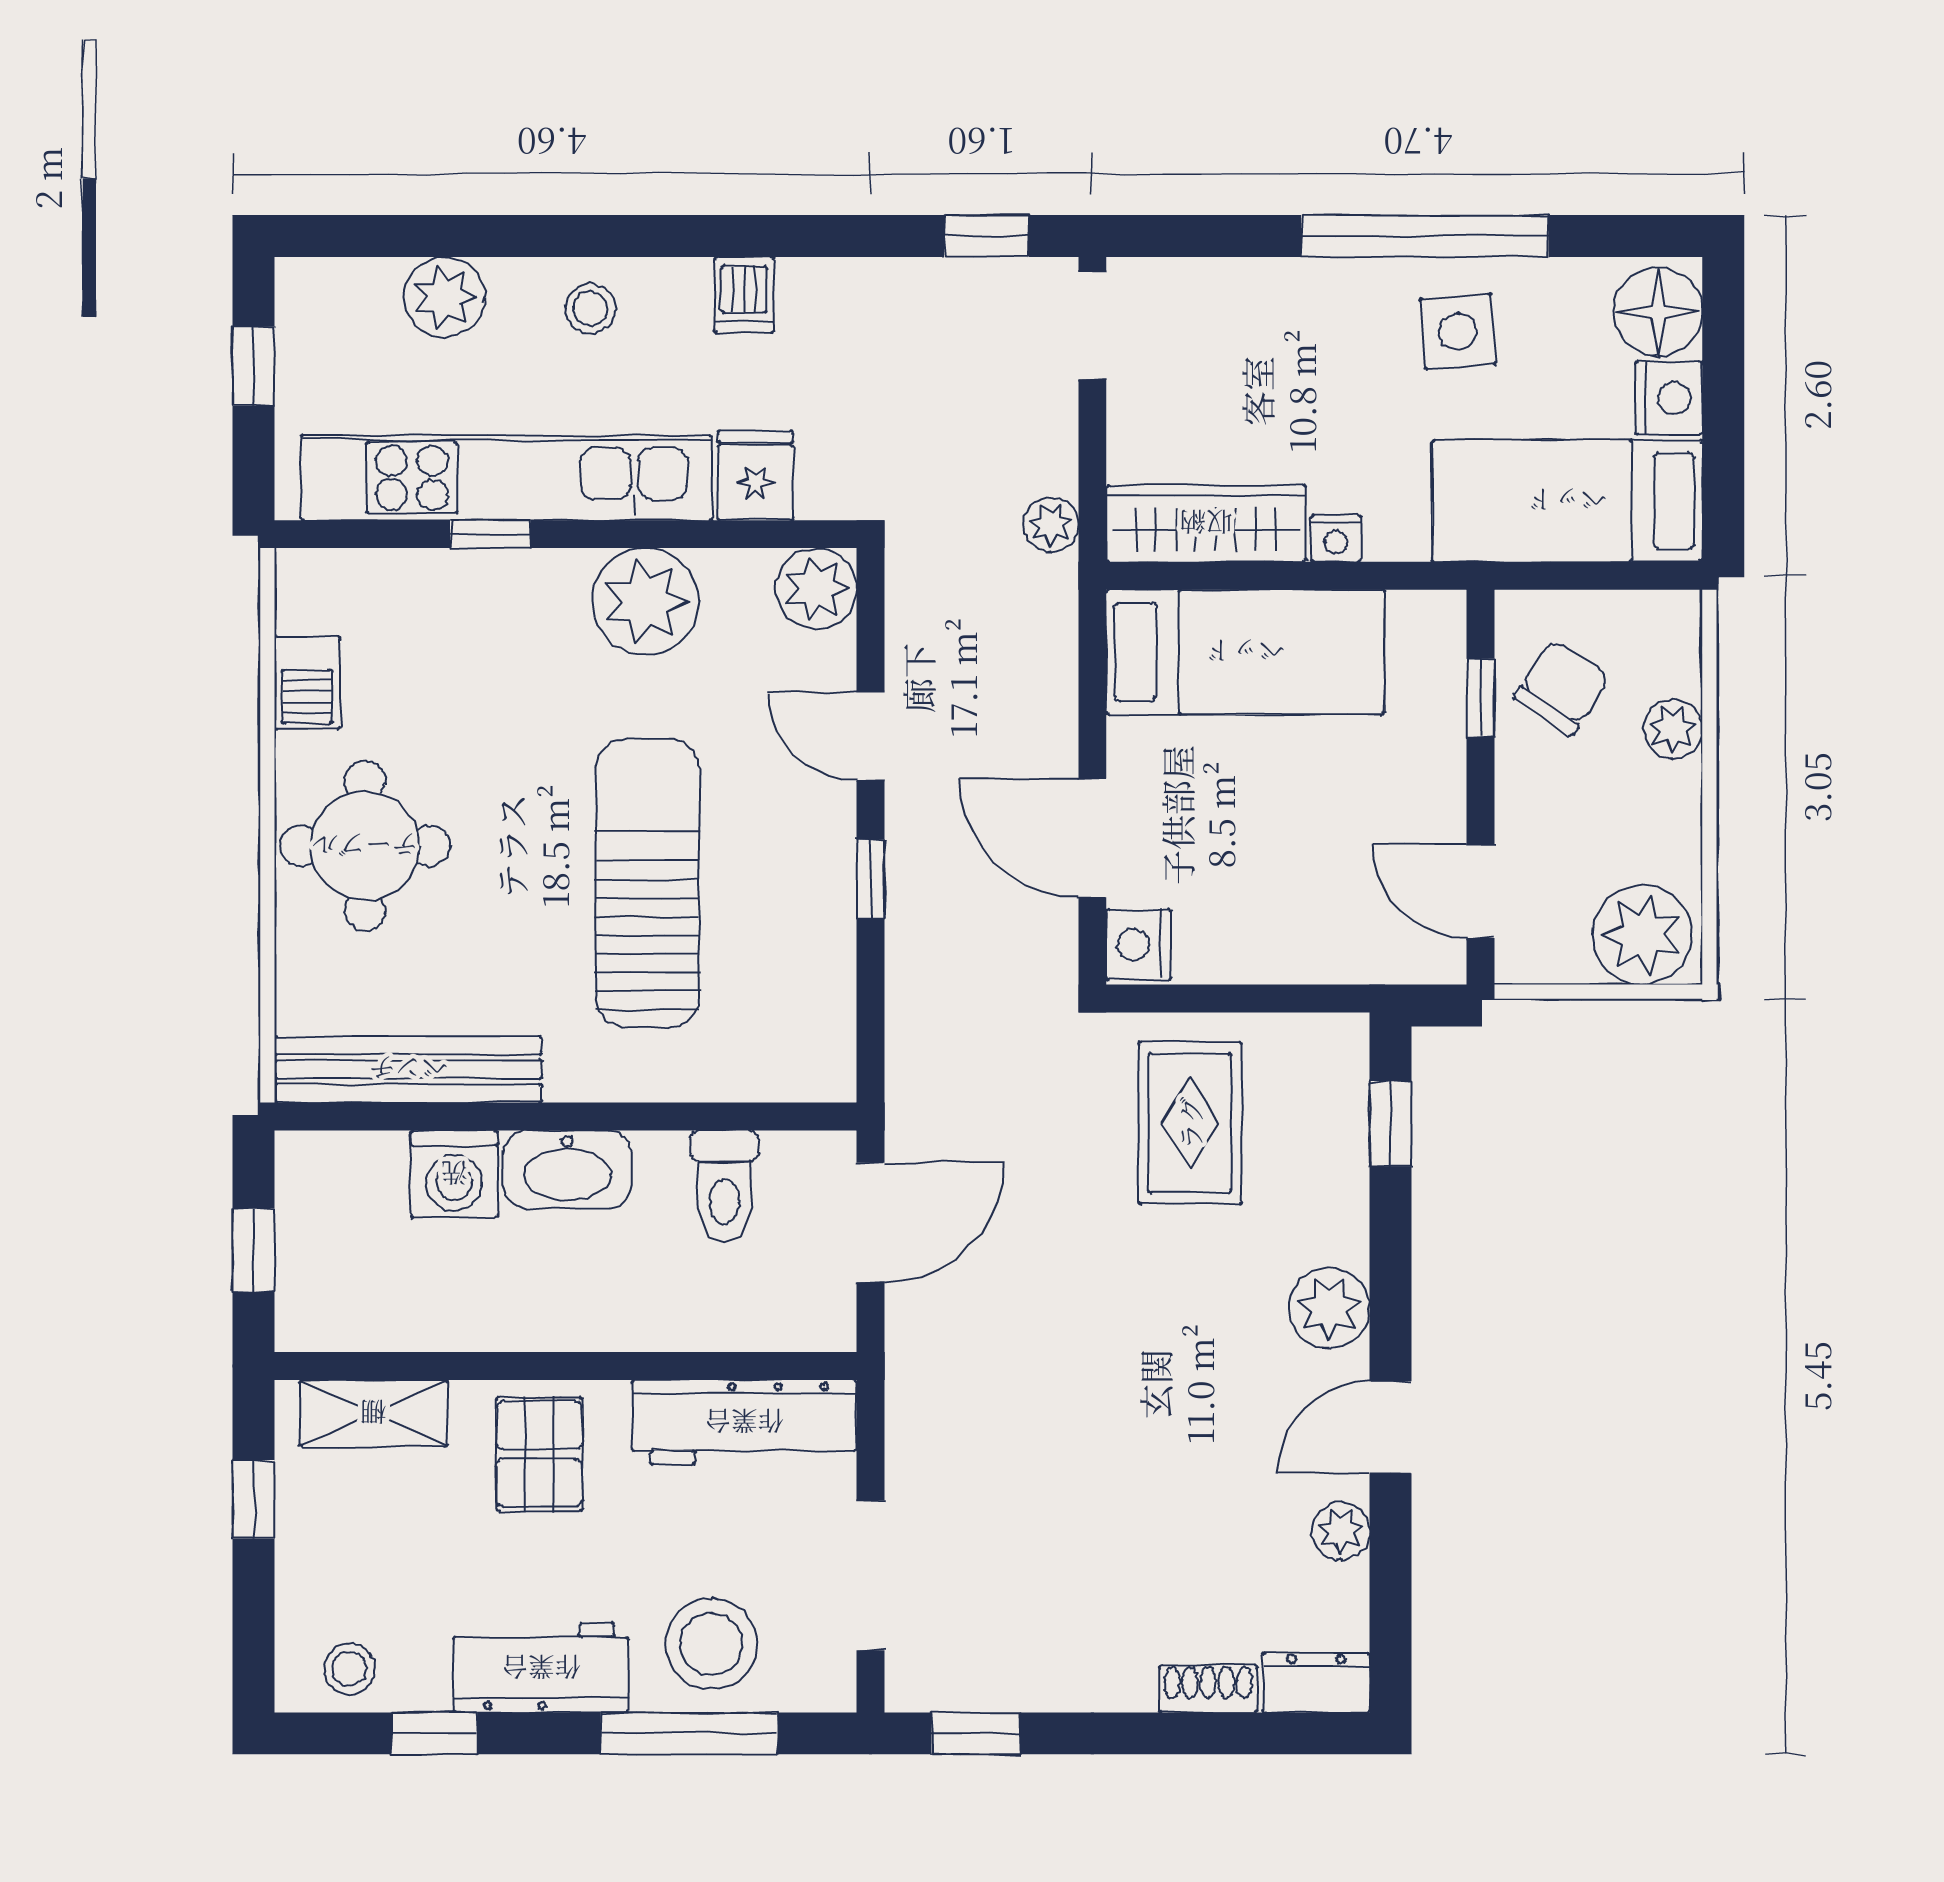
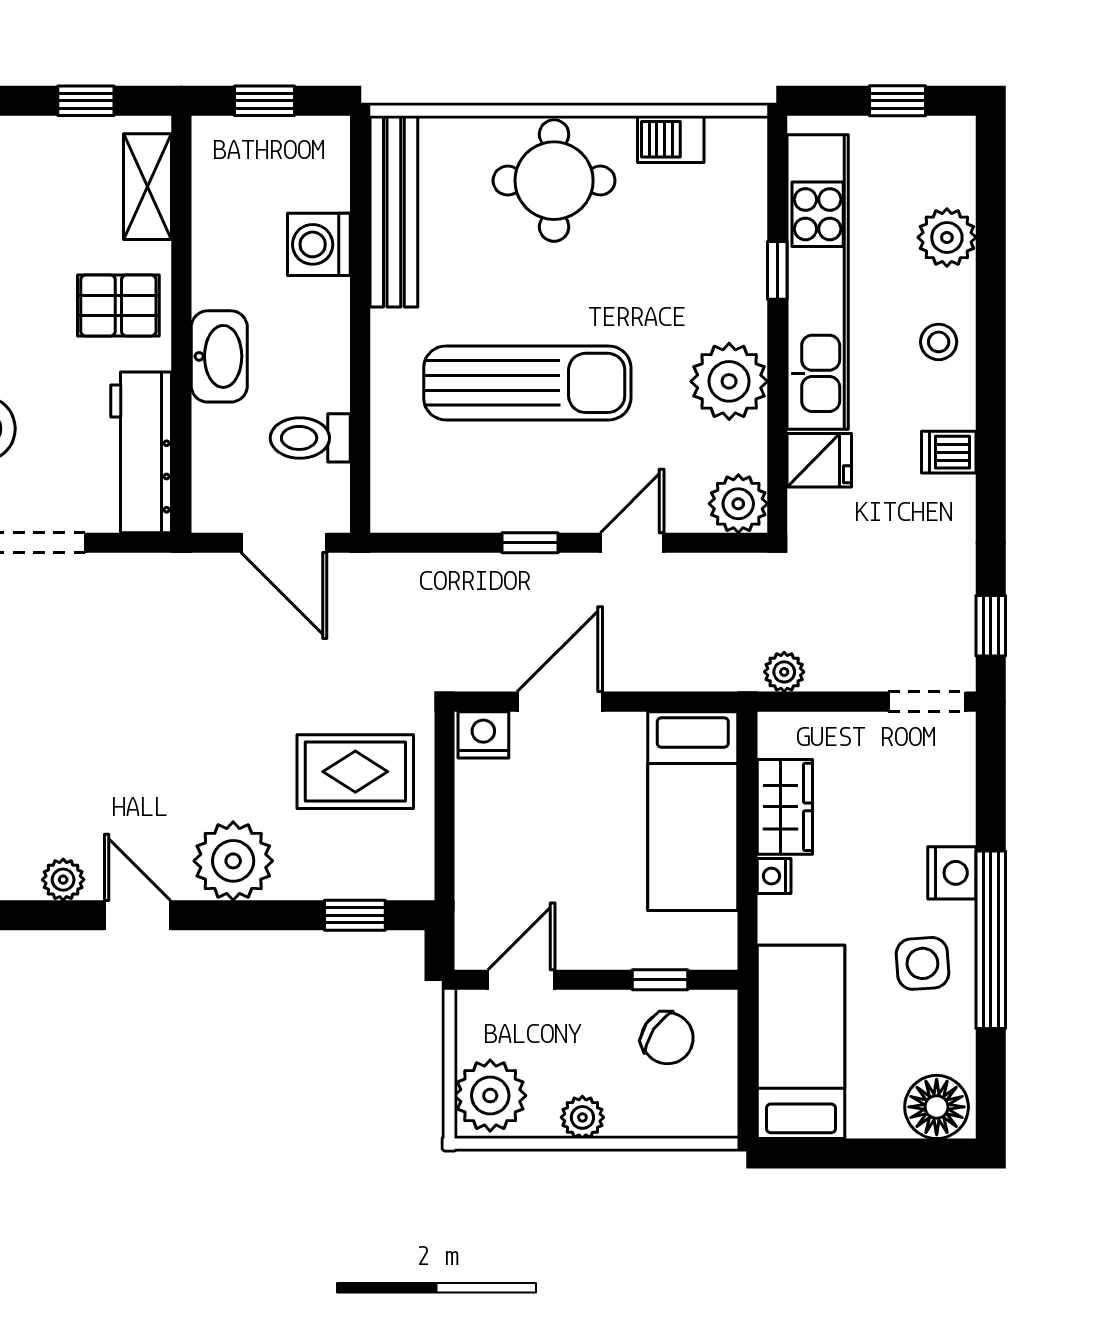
nightstand: (1669, 398) -> (952, 873), moved, turned -90
wardrobe: (1206, 523) -> (785, 807), width x0.67
plant: (1673, 729) -> (582, 1117), moved
washbasin: (567, 1169) -> (219, 356), moved, turned 180
plant: (1329, 1308) -> (233, 861), width x1.36, depth x1.36

